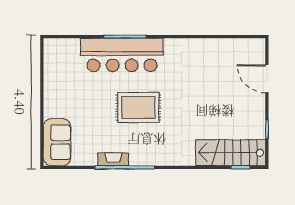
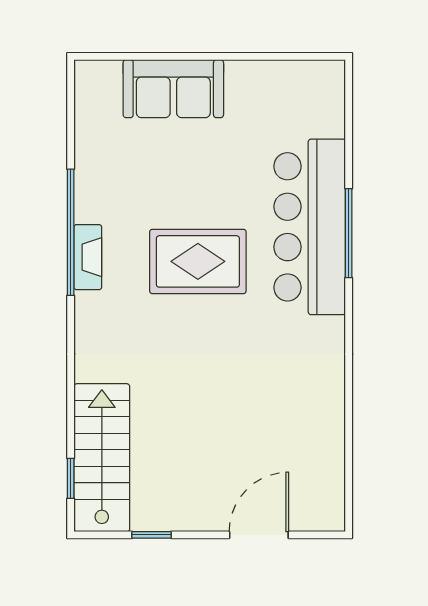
rug: (138, 107) -> (198, 261), turned 90
sofa: (57, 142) -> (173, 89), moved
fireplace: (113, 159) -> (88, 257), moved

